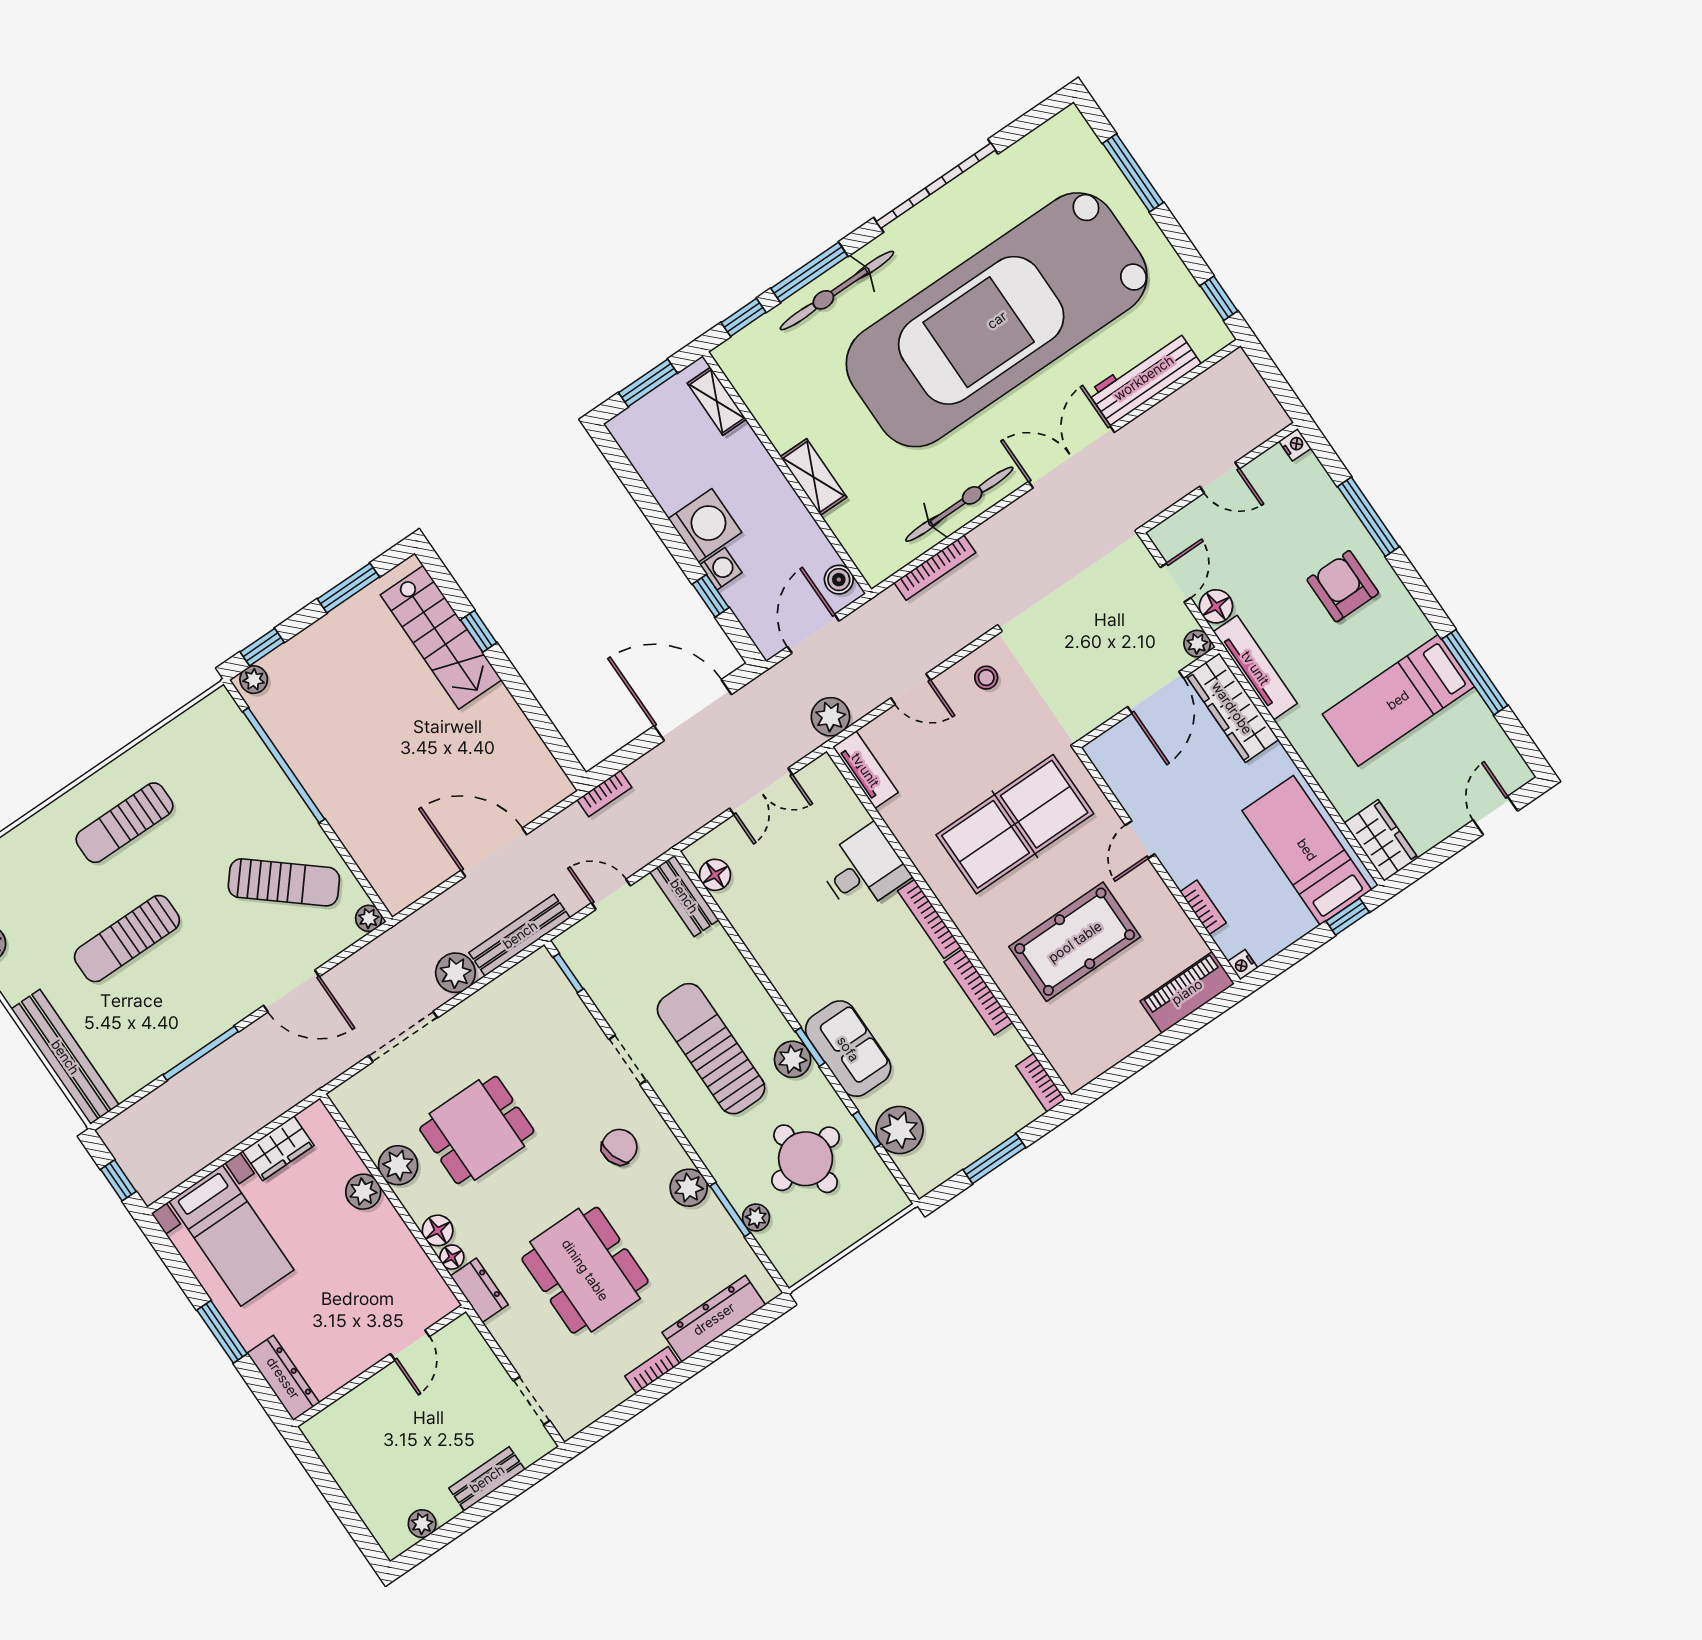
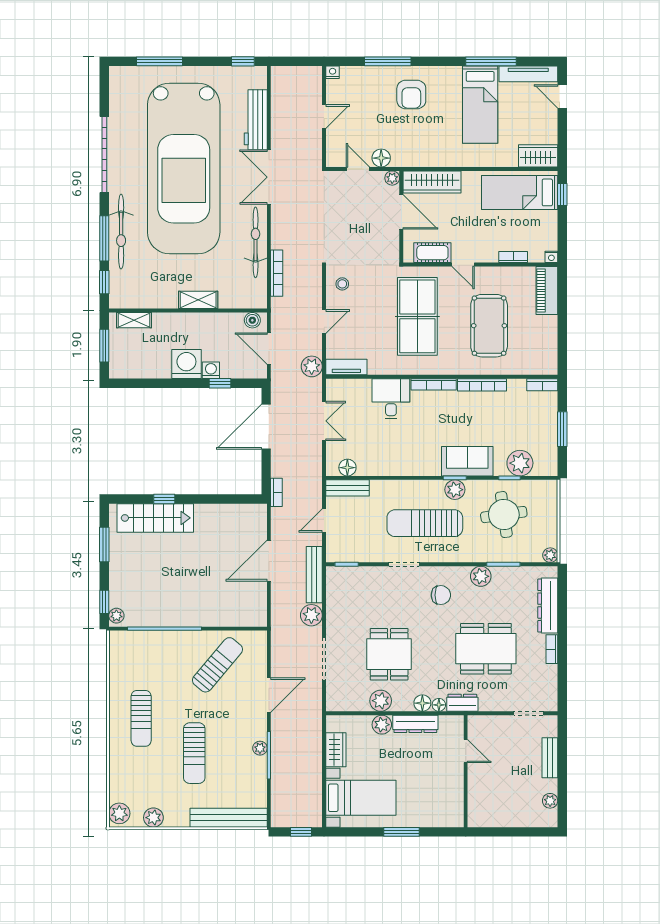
armchair: (1343, 586) -> (411, 94), turned -90
tv unit: (1255, 668) -> (528, 74), moved, turned 180
cot: (1126, 781) -> (432, 253), added
plant: (369, 918) -> (260, 748), moved
chair: (619, 1147) -> (441, 595), turned 108
plant: (756, 1217) -> (550, 555), moved
dresser: (283, 1378) -> (415, 724), moved, turned 180

